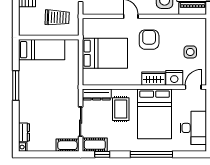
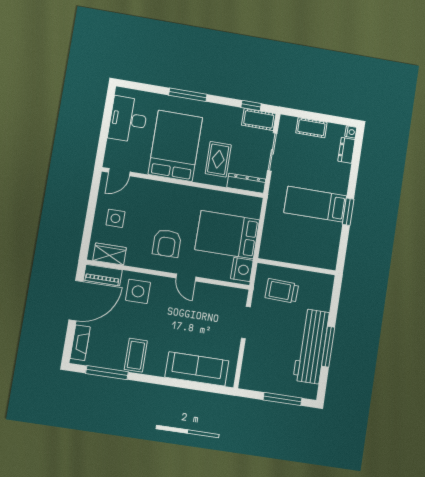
bed: (42, 50) -> (315, 204), moved
nightstand: (174, 78) -> (242, 270), moved, turned 90
wardrobe: (153, 79) -> (110, 254), moved, turned 180
window: (16, 85) -> (348, 212), width x0.69
cot: (67, 145) -> (311, 128), moved
window: (151, 154) -> (188, 95), width x0.68

